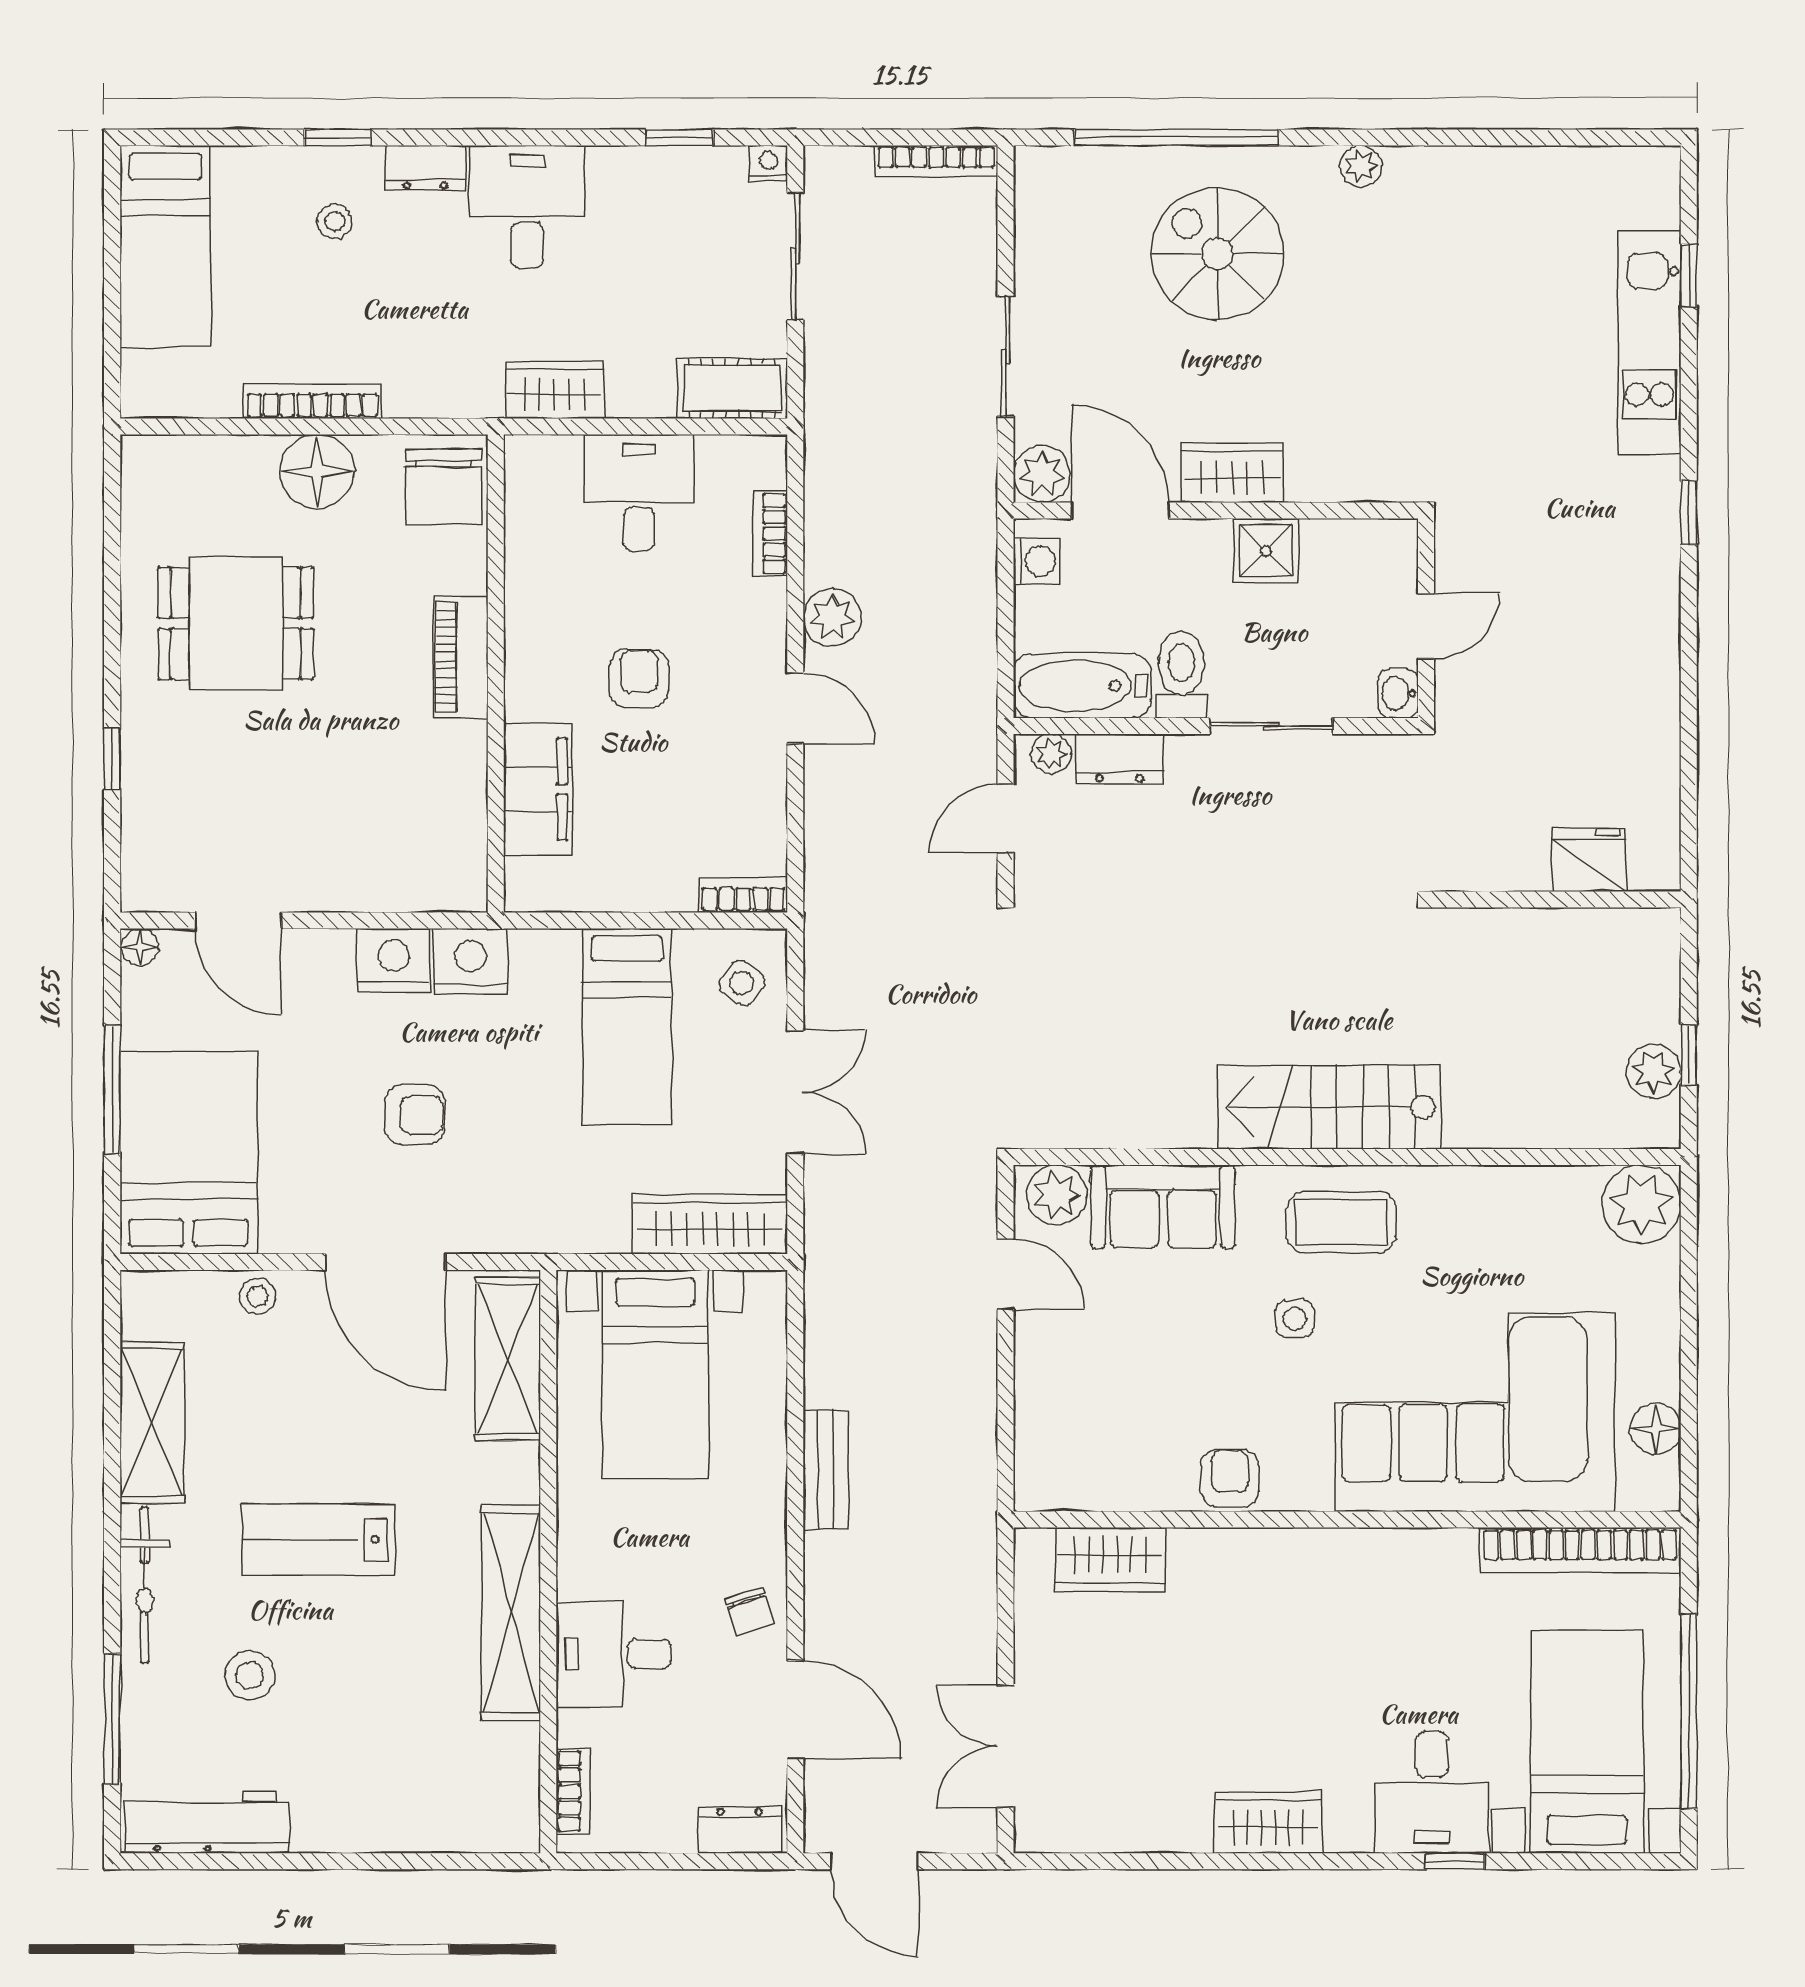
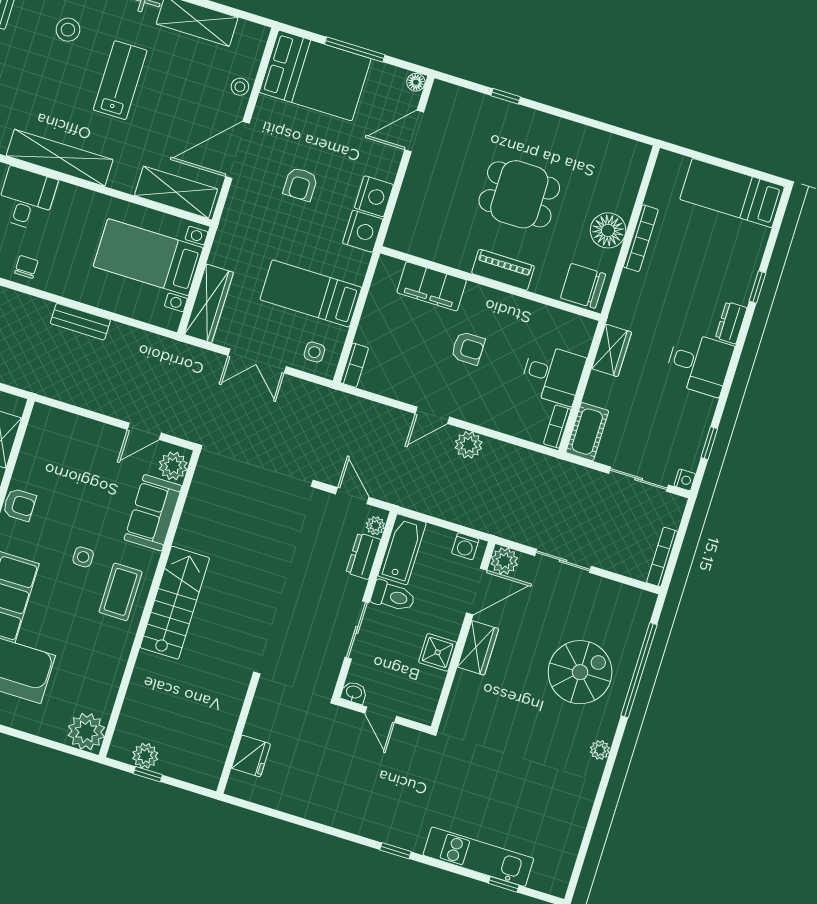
stool: (335, 221) -> (720, 274), removed
bookcase: (770, 534) -> (557, 426), moved, turned -90
dining table: (236, 623) -> (519, 194), moved, turned 90
side table: (742, 983) -> (314, 352), turned -37
chair: (750, 1612) -> (26, 267), turned 108

